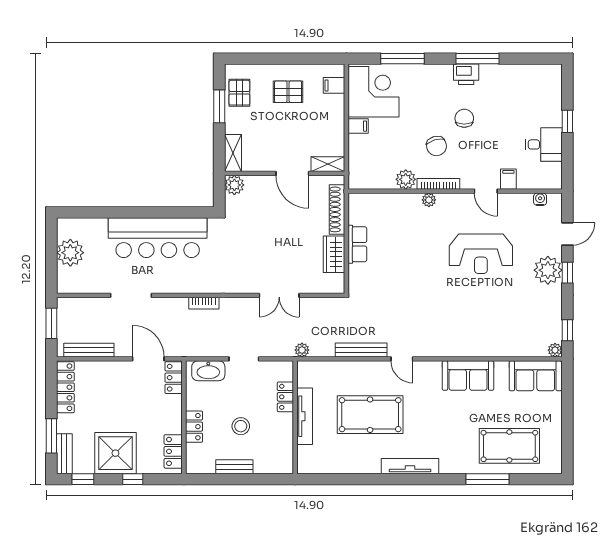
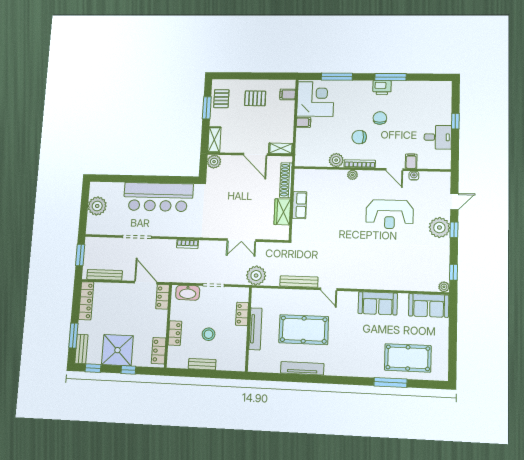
chair: (436, 146) -> (359, 137), turned 106
water cooler: (540, 199) -> (414, 176), moved
plant: (302, 350) -> (256, 276), width x1.88, depth x1.88
tv unit: (410, 466) -> (302, 368), moved

